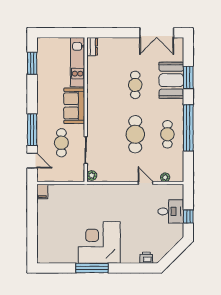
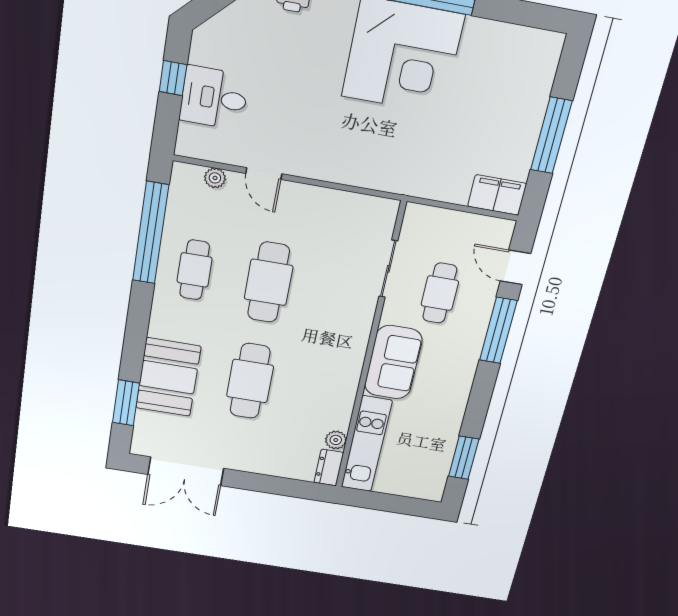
double door: (157, 33) -> (186, 471), swing flipped
window: (188, 77) -> (126, 403), moved
cafe table: (135, 85) -> (250, 381), width x1.37, depth x1.35
window: (188, 128) -> (151, 233), moved
plant: (92, 176) -> (336, 440), moved
filing cabinet: (42, 192) -> (497, 195), width x2.00
window: (32, 221) -> (551, 135), added

